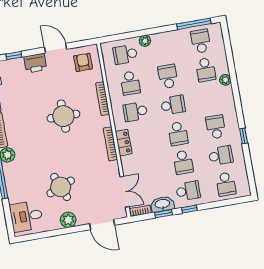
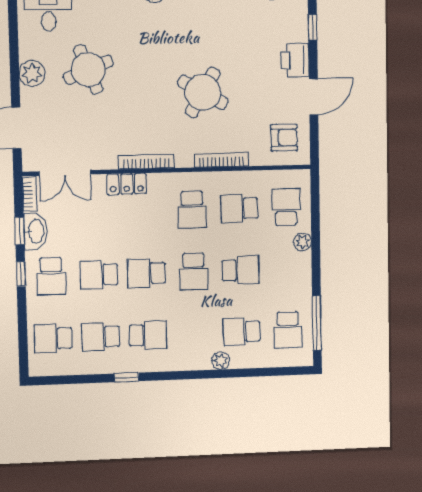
school desk: (201, 41) -> (288, 330), turned 90
school desk: (135, 112) -> (192, 210), turned 180
round table: (63, 116) -> (203, 92), turned 30
locker: (124, 143) -> (127, 184), moved
school desk: (221, 156) -> (101, 337), turned 90

